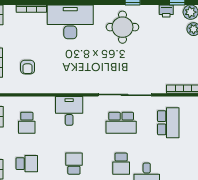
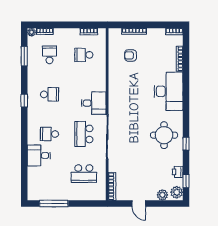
desk: (69, 111) -> (94, 103), moved
school desk: (27, 164) -> (49, 55), turned 180

